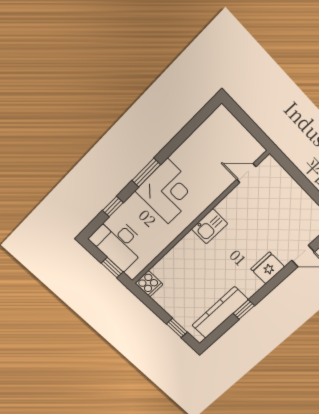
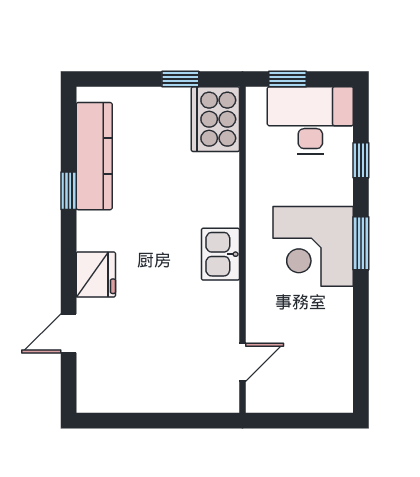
cooker: (149, 284) -> (215, 119), width x1.87, depth x1.31
window: (177, 328) -> (180, 79), moved

